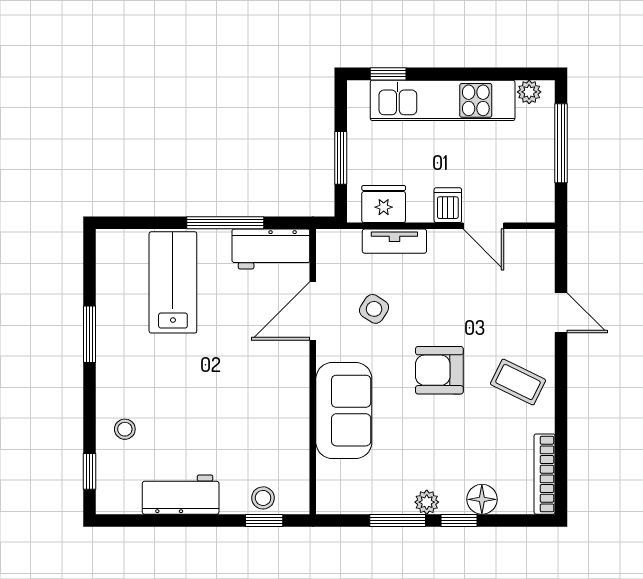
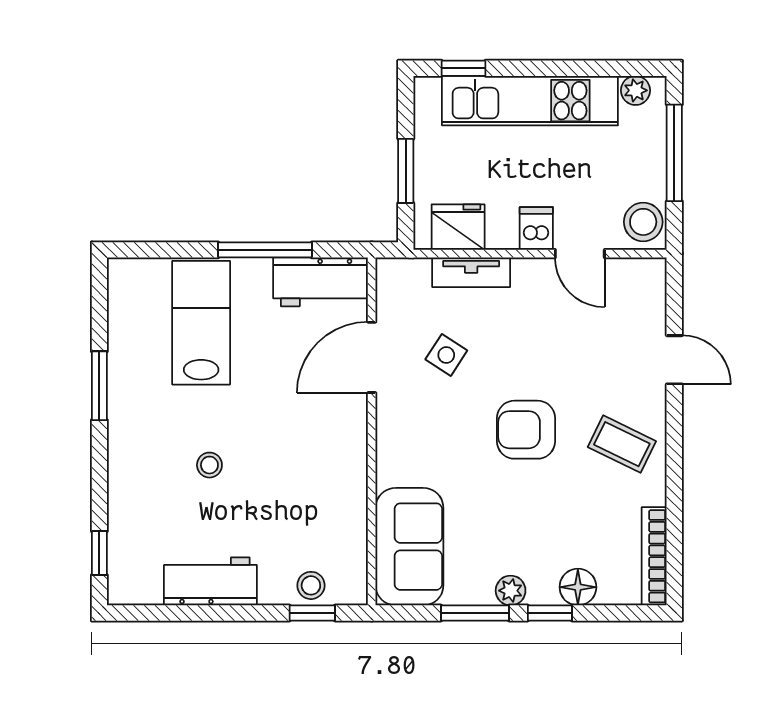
stool: (536, 200) -> (643, 222), added
sofa: (344, 411) -> (409, 547), moved
stool: (125, 429) -> (209, 465), moved

